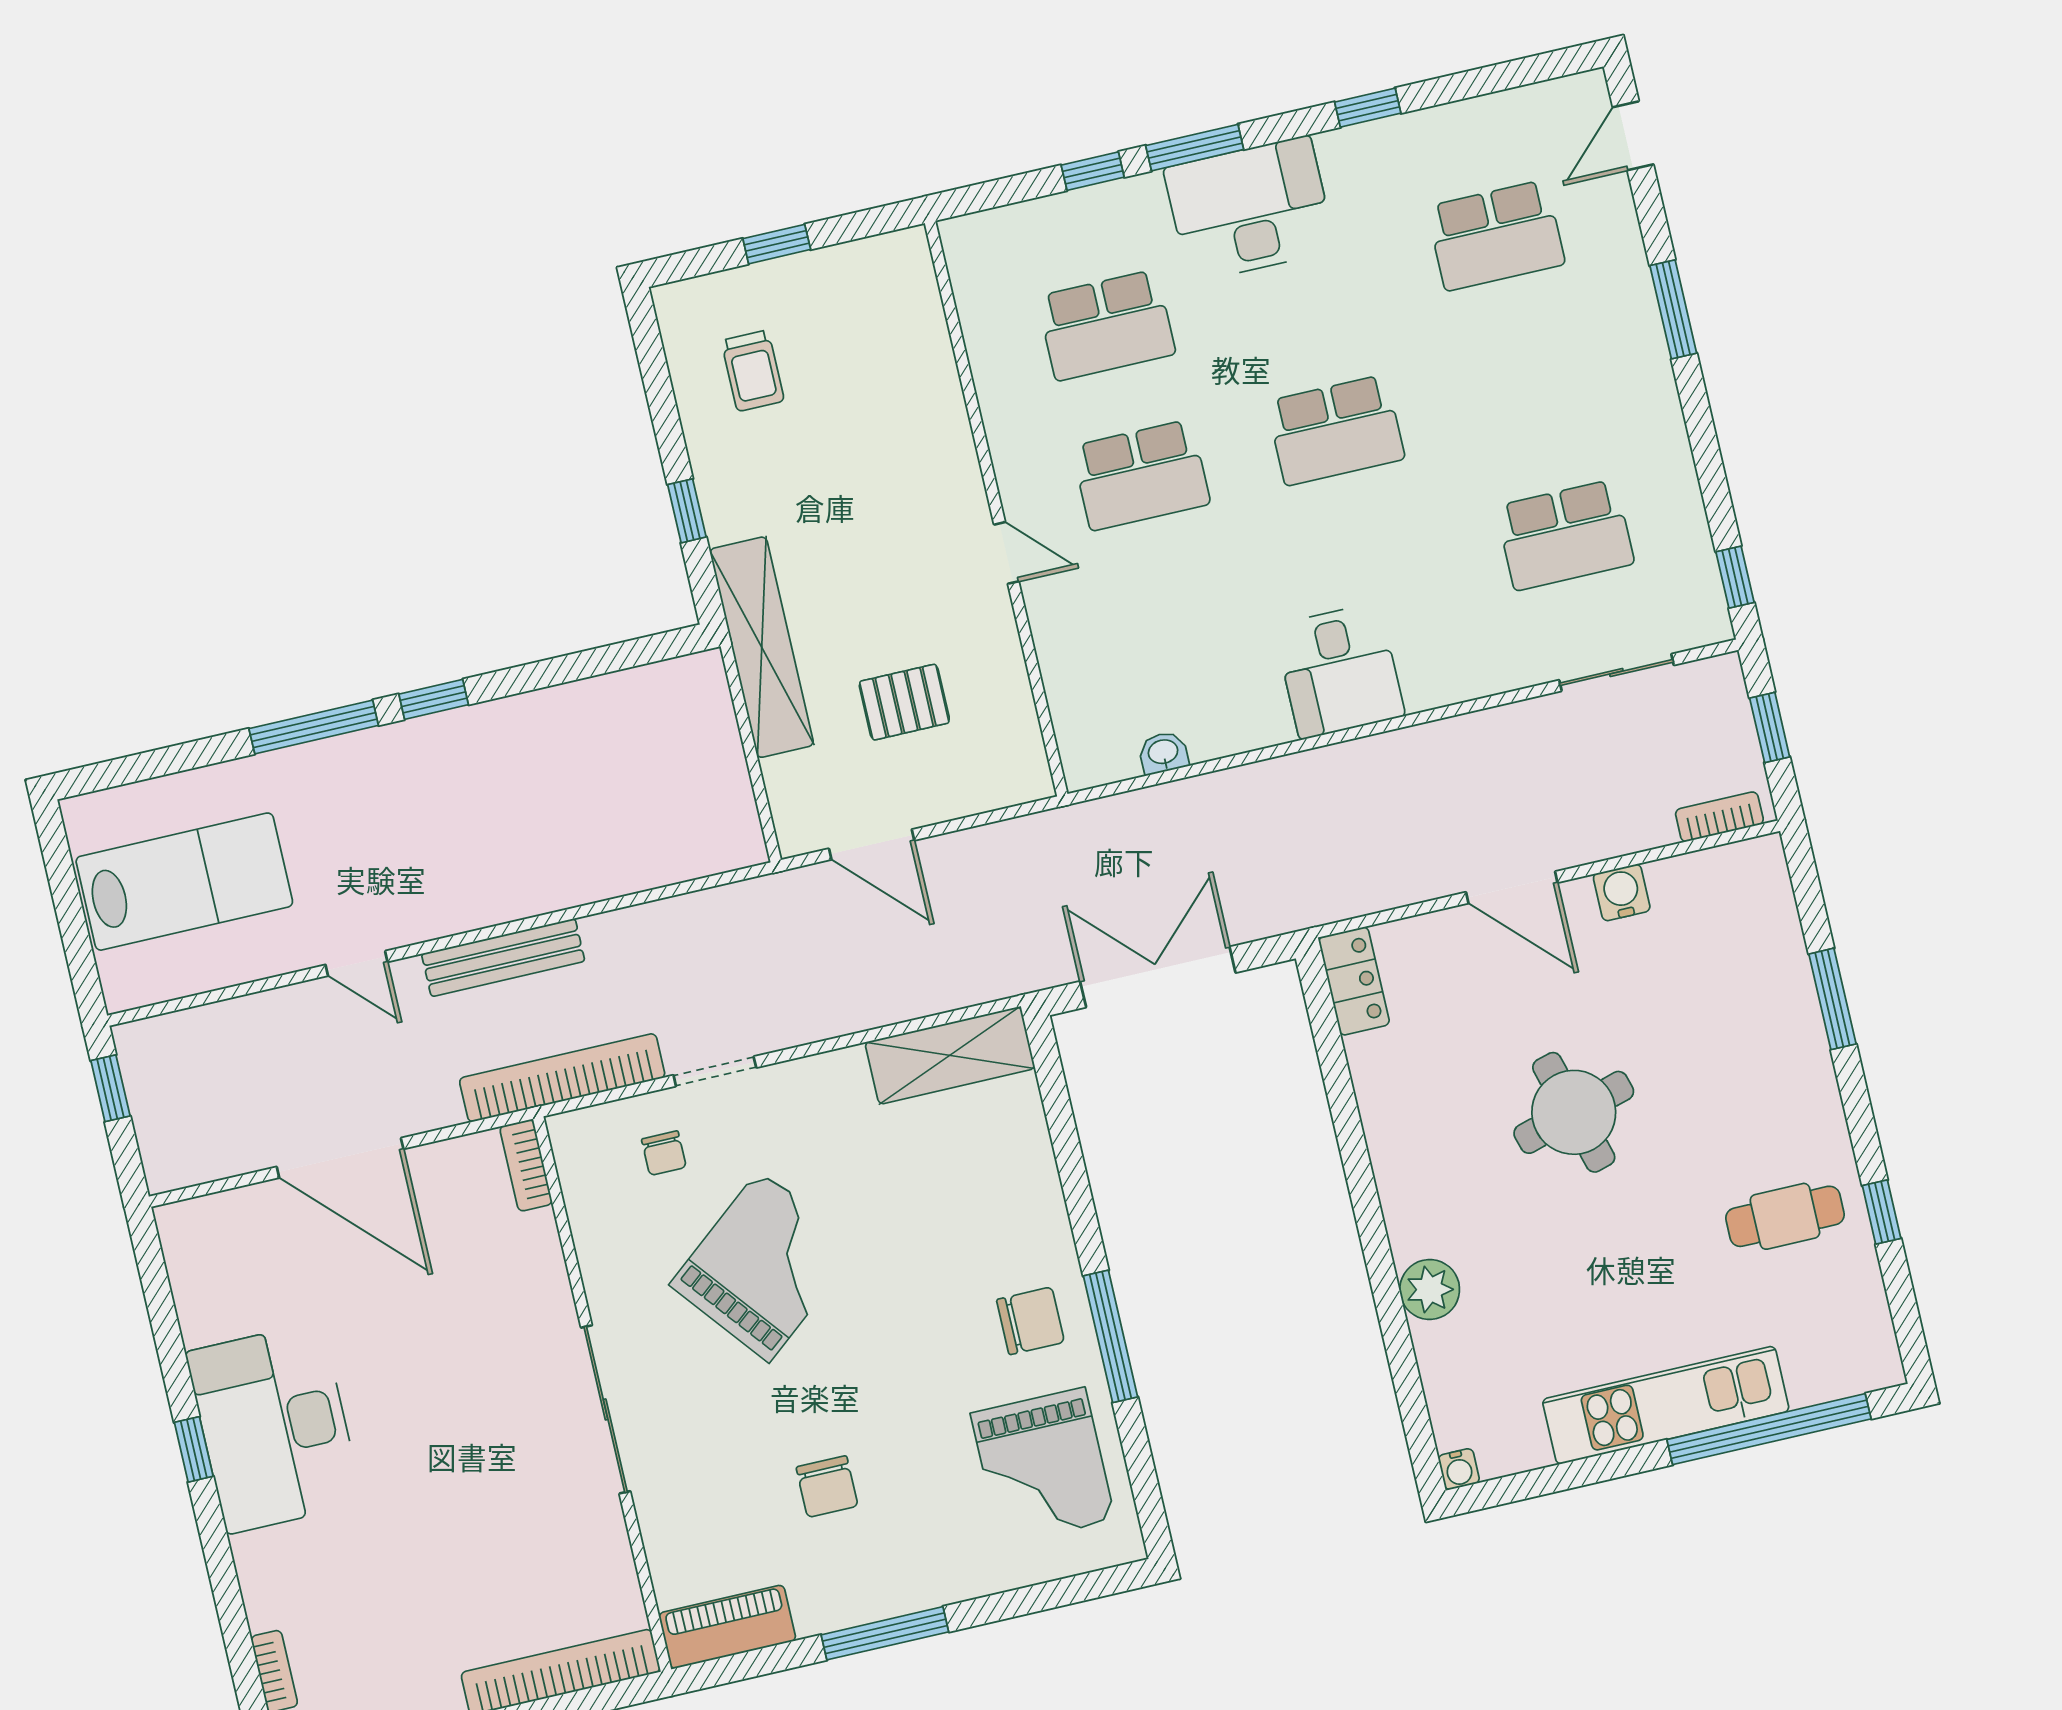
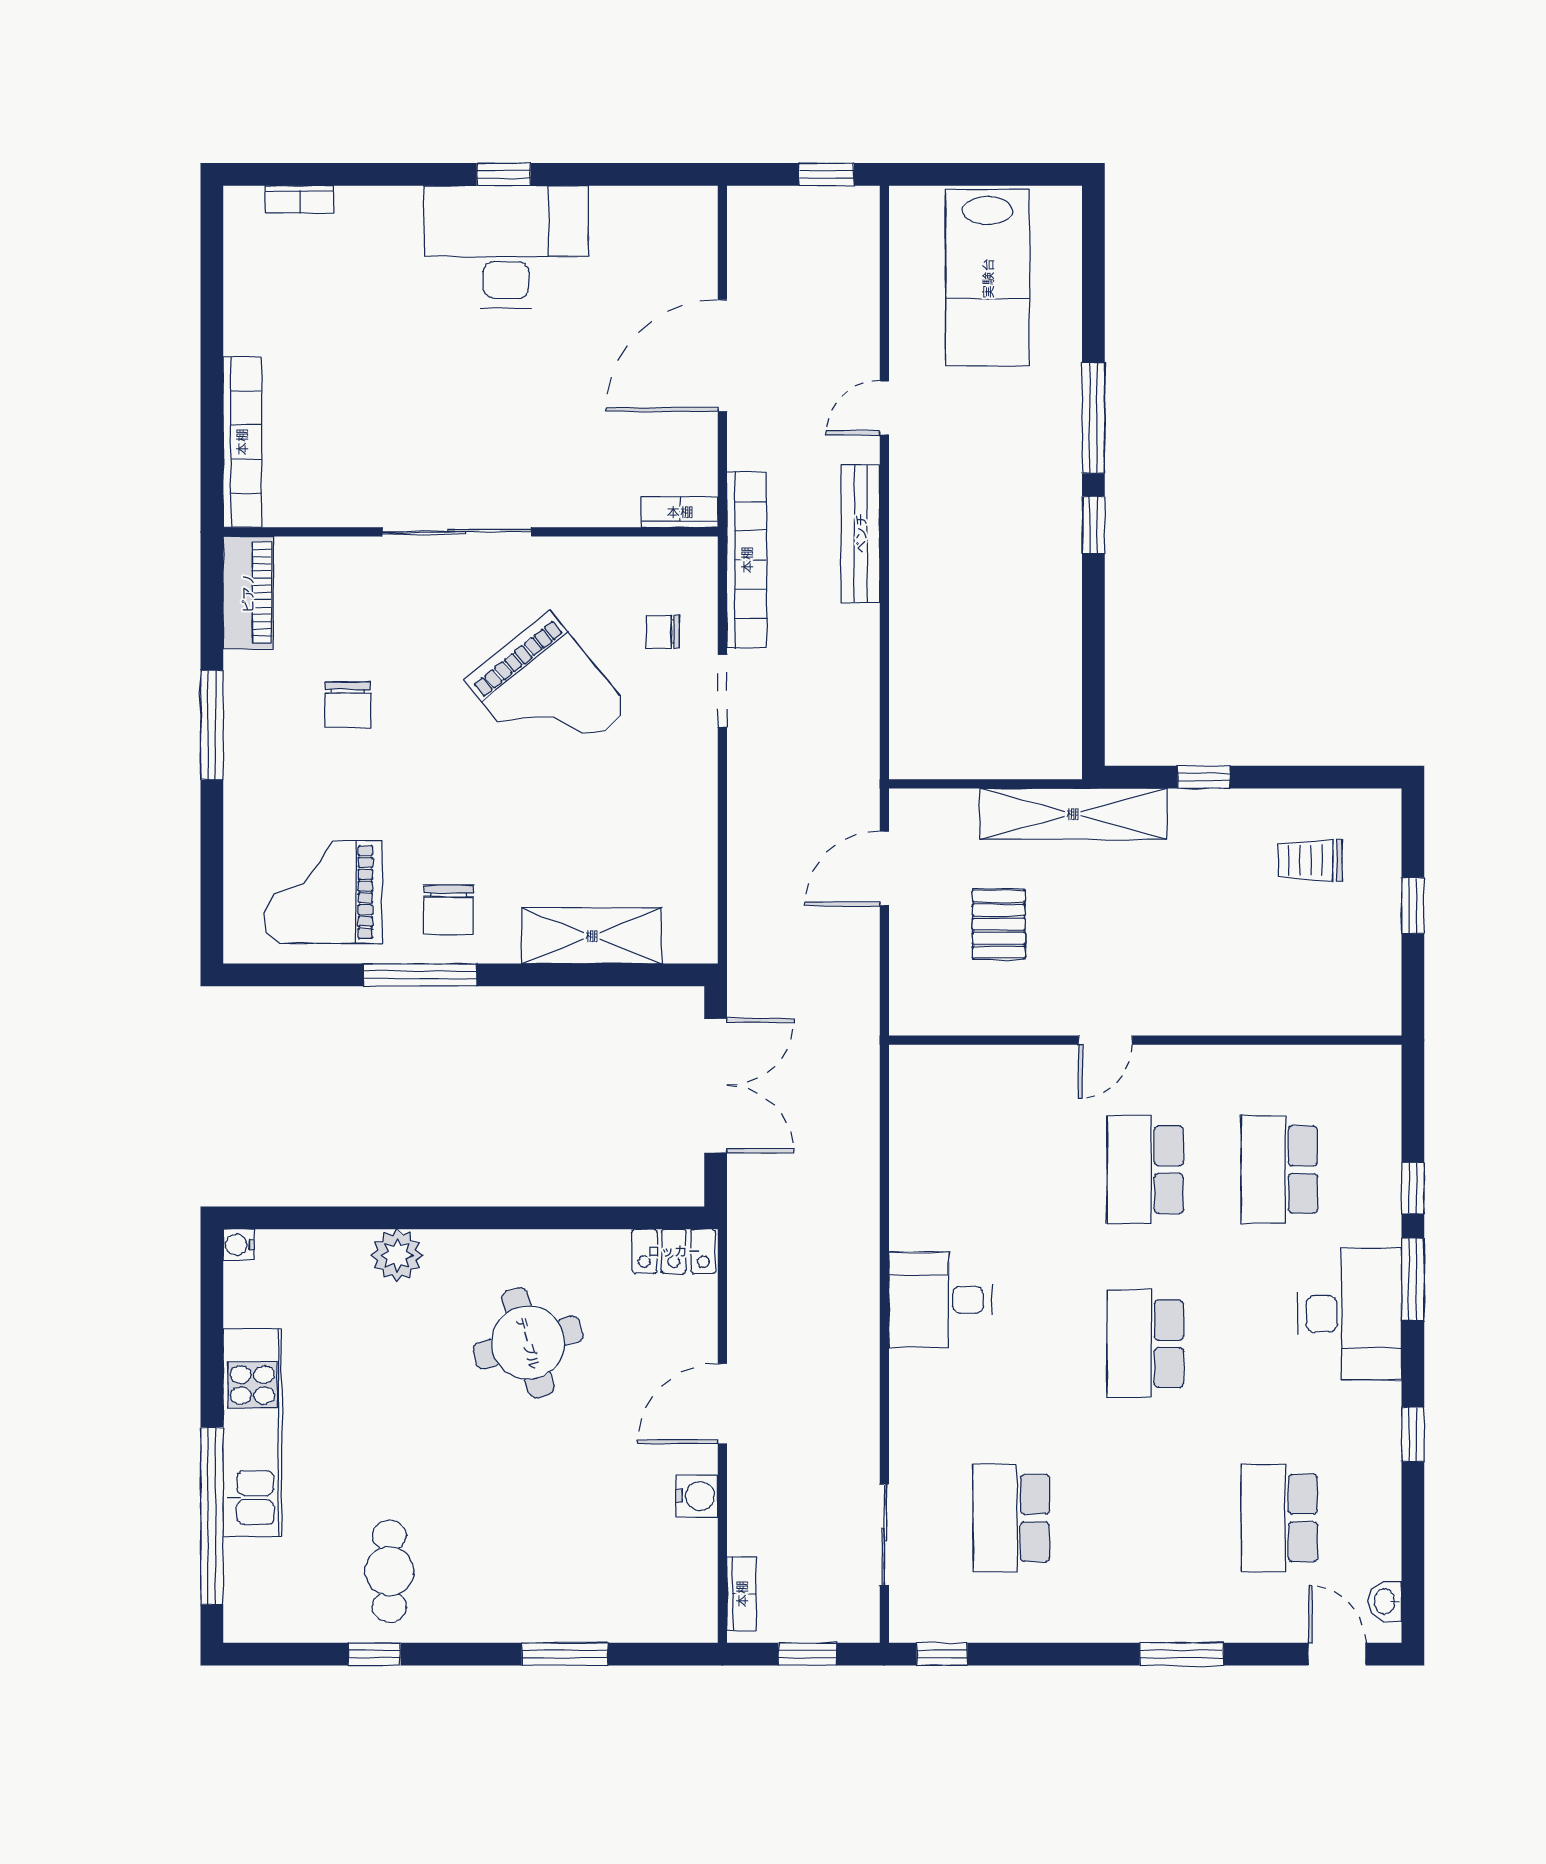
washbasin: (1163, 753) -> (1385, 1601), moved, turned 180
shelving: (950, 1055) -> (592, 936), moved, turned 90
round table: (1574, 1112) -> (528, 1343), moved
chair: (827, 1487) -> (348, 705), turned -90

